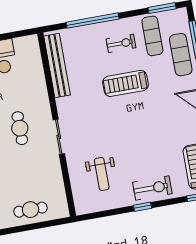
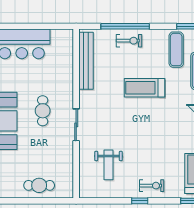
exercise bike: (121, 43) -> (129, 41), moved
exercise bike: (152, 188) -> (152, 186), width x0.73, depth x0.72

